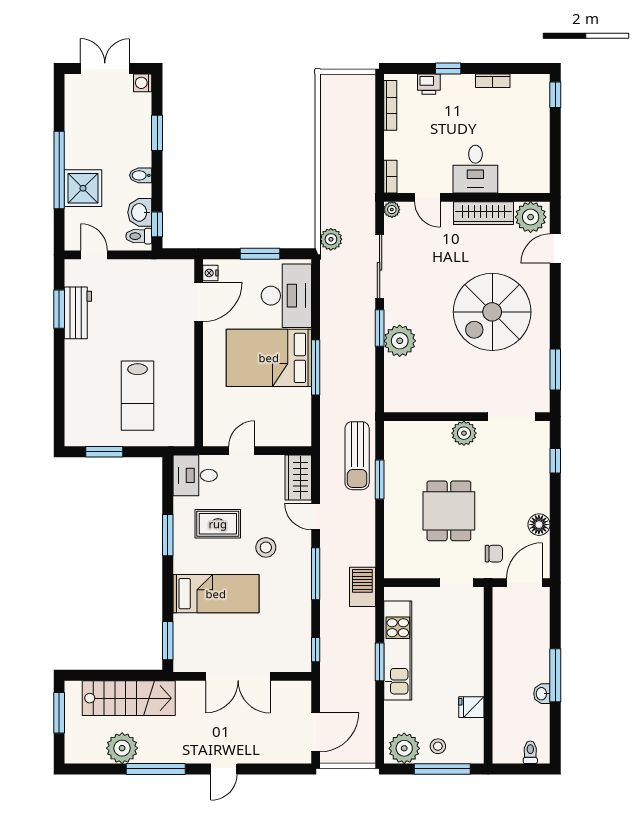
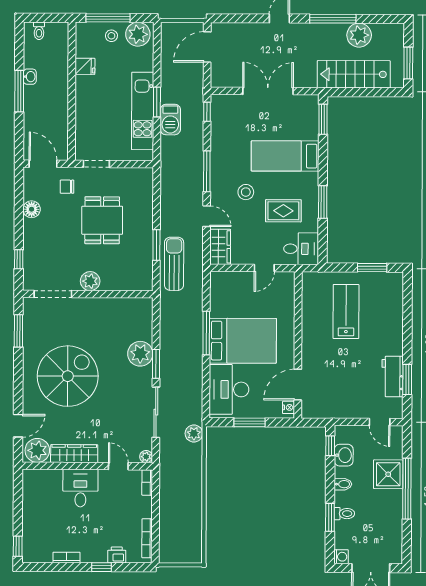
toilet: (139, 236) -> (344, 514), moved
door: (525, 583) -> (43, 164), swing flipped
barbecue: (362, 587) -> (170, 120), moved

